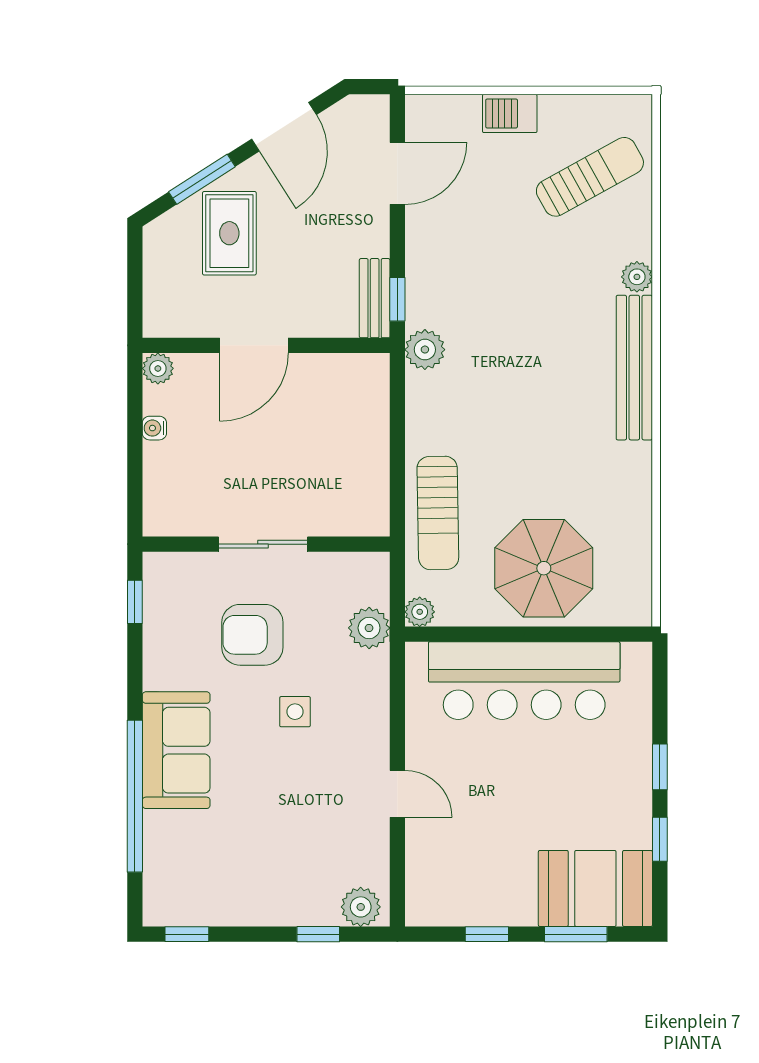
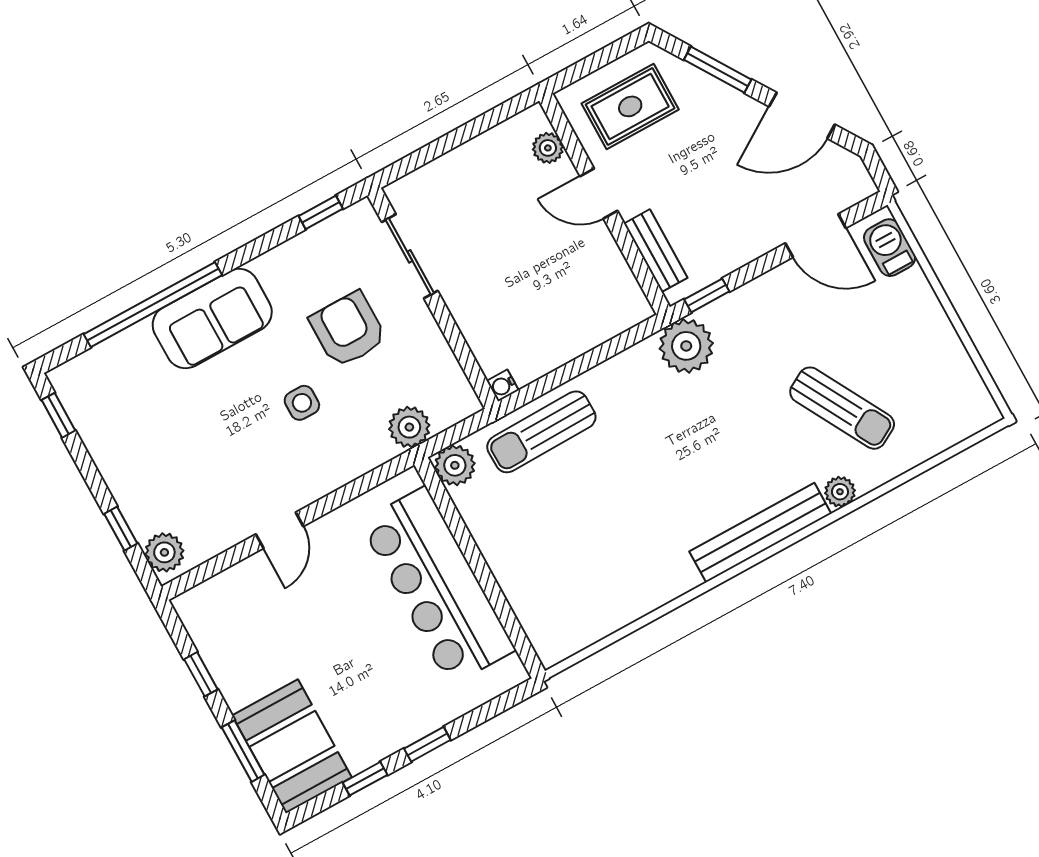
barbecue: (510, 113) -> (890, 248), moved
sun lounger: (590, 177) -> (842, 408), moved
rug: (229, 233) -> (630, 106), moved
bench: (375, 298) -> (656, 251), moved, turned 90
door: (254, 345) -> (599, 193), width x0.73
plant: (425, 350) -> (686, 346), width x1.36, depth x1.36
plant: (158, 368) -> (548, 148), moved
water cooler: (154, 428) -> (503, 386), moved, turned -90
sliding door: (263, 544) -> (410, 256), moved
parasol: (544, 568) -> (544, 550), removed
plant: (420, 612) -> (455, 465), width x1.38, depth x1.38

